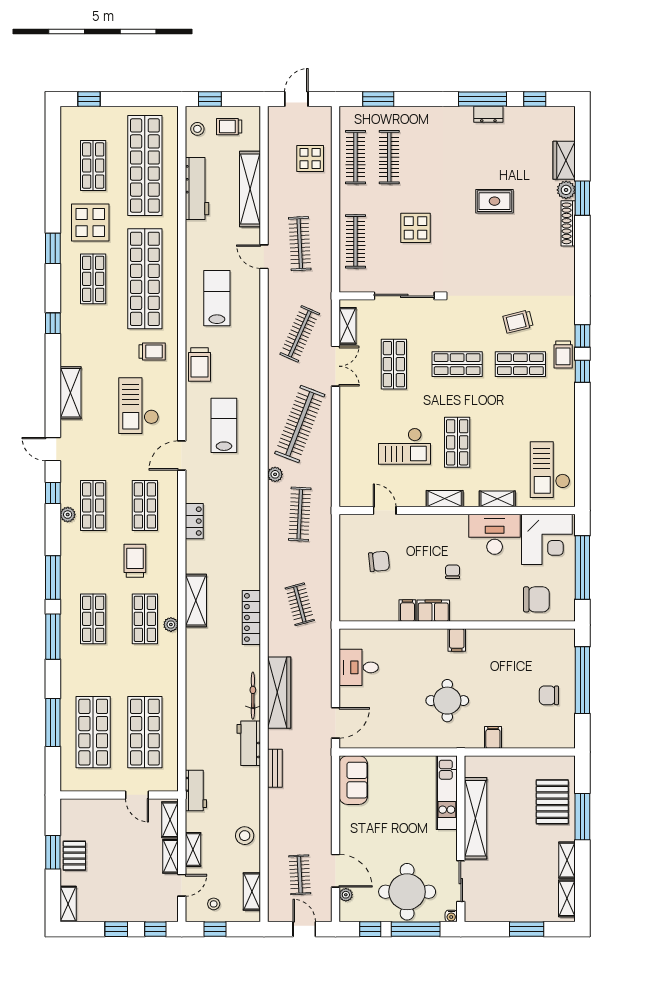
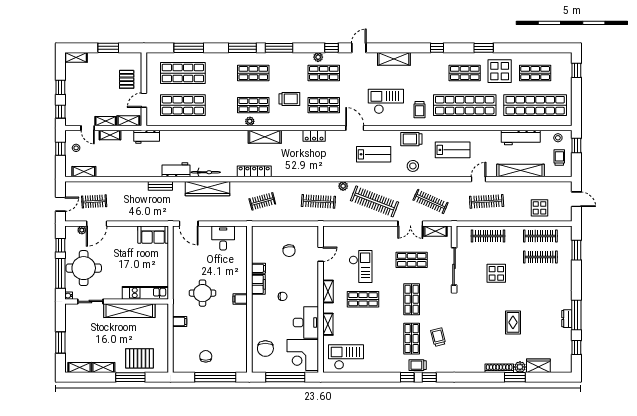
checkout: (404, 446) -> (361, 266), turned 180
stool: (245, 836) -> (413, 166), moved
pallet: (74, 856) -> (127, 79), moved, turned 90

